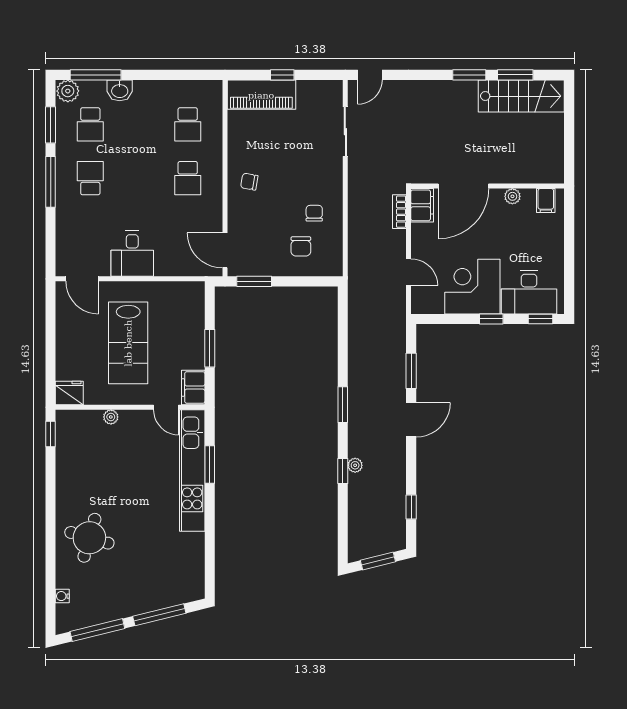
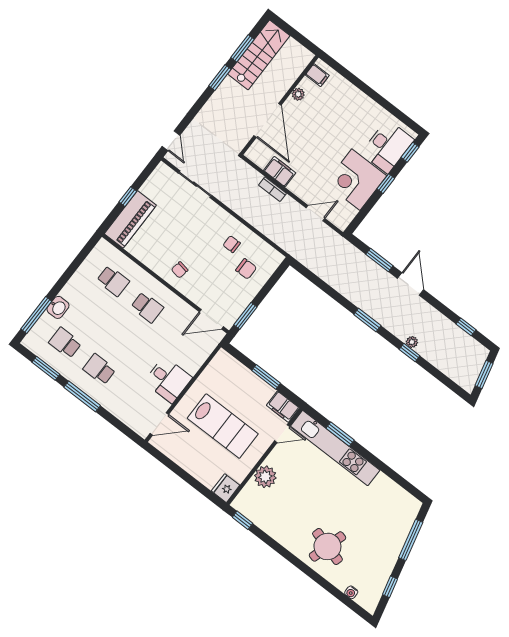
plant: (68, 91) -> (33, 341), removed
school desk: (90, 124) -> (65, 343), turned 180
door: (463, 186) -> (268, 120), moved
wall: (488, 186) -> (279, 105), moved
plant: (512, 196) -> (298, 94), moved
filing cabinet: (546, 201) -> (317, 75), moved
plant: (111, 417) -> (265, 477), width x1.87, depth x1.87
window: (97, 630) -> (390, 587), width x0.46

